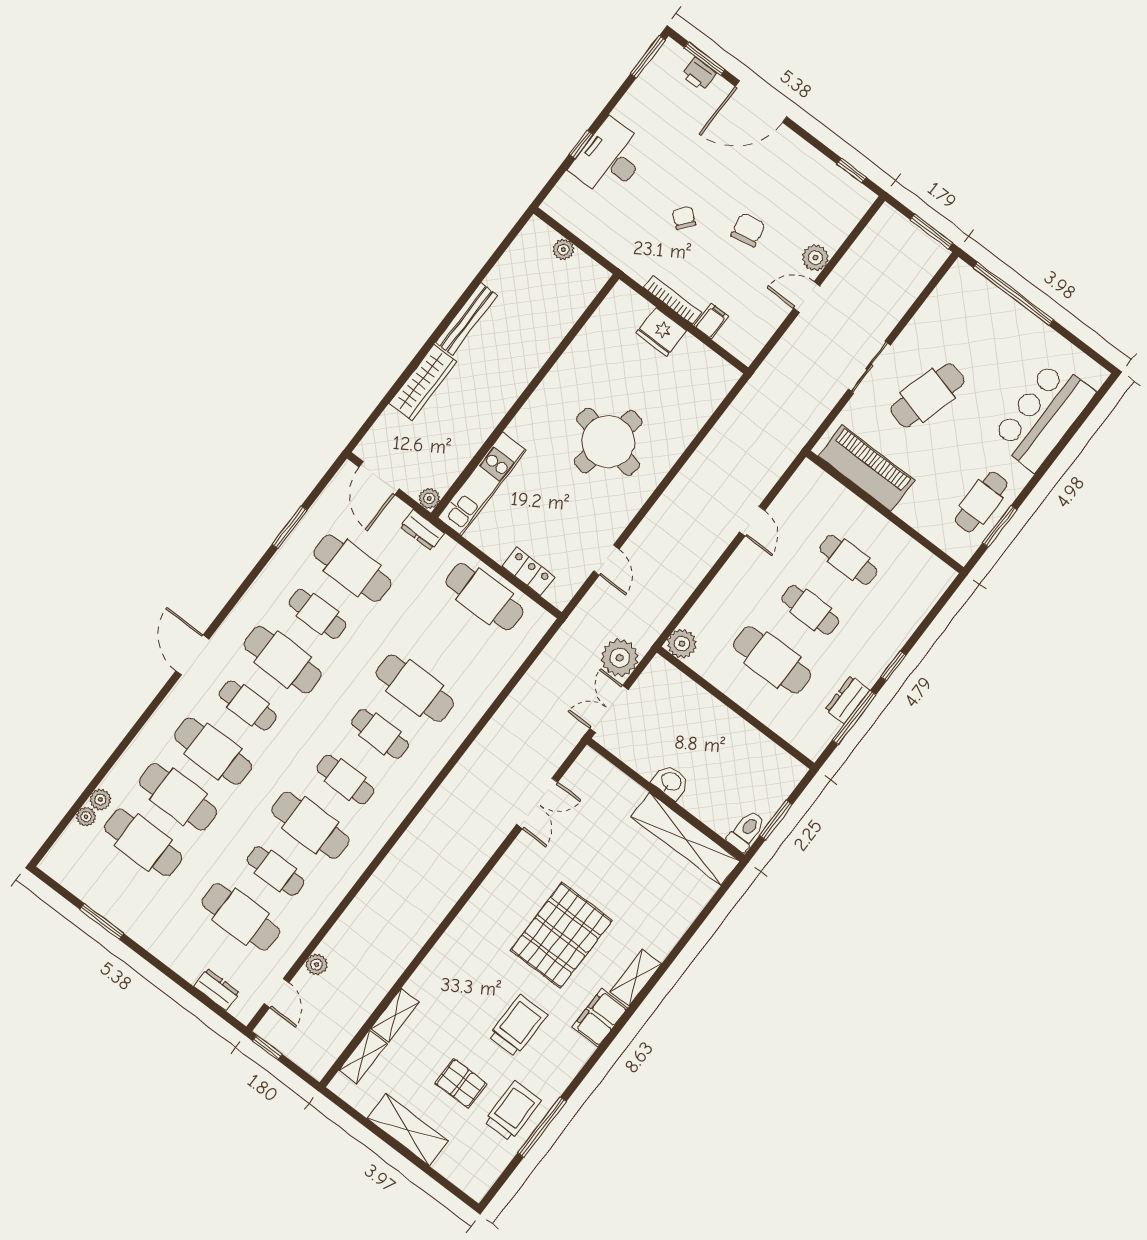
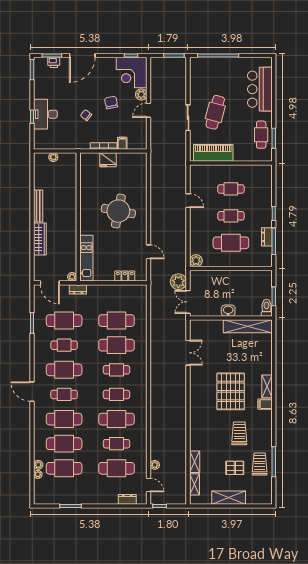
corner desk: (828, 204) -> (132, 73), added
cafe table: (485, 597) -> (116, 321), moved
filing cabinet: (600, 1018) -> (265, 404), width x0.50

